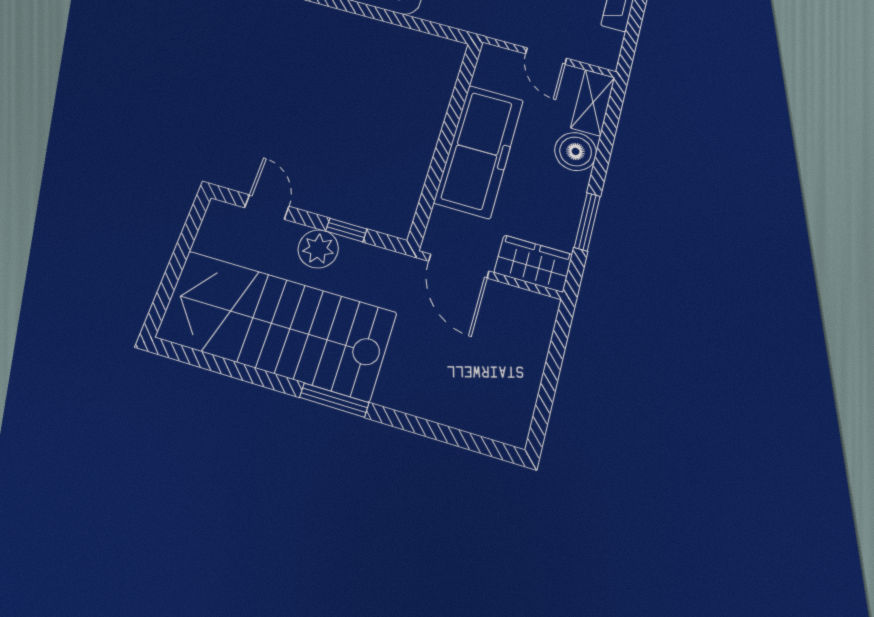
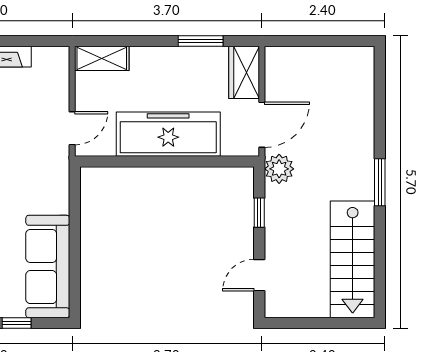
door: (546, 56) -> (72, 128), moved
boiler: (576, 151) -> (147, 62), removed
plant: (318, 249) -> (279, 169), moved
stairs: (277, 325) -> (353, 259), width x0.73, depth x0.66

